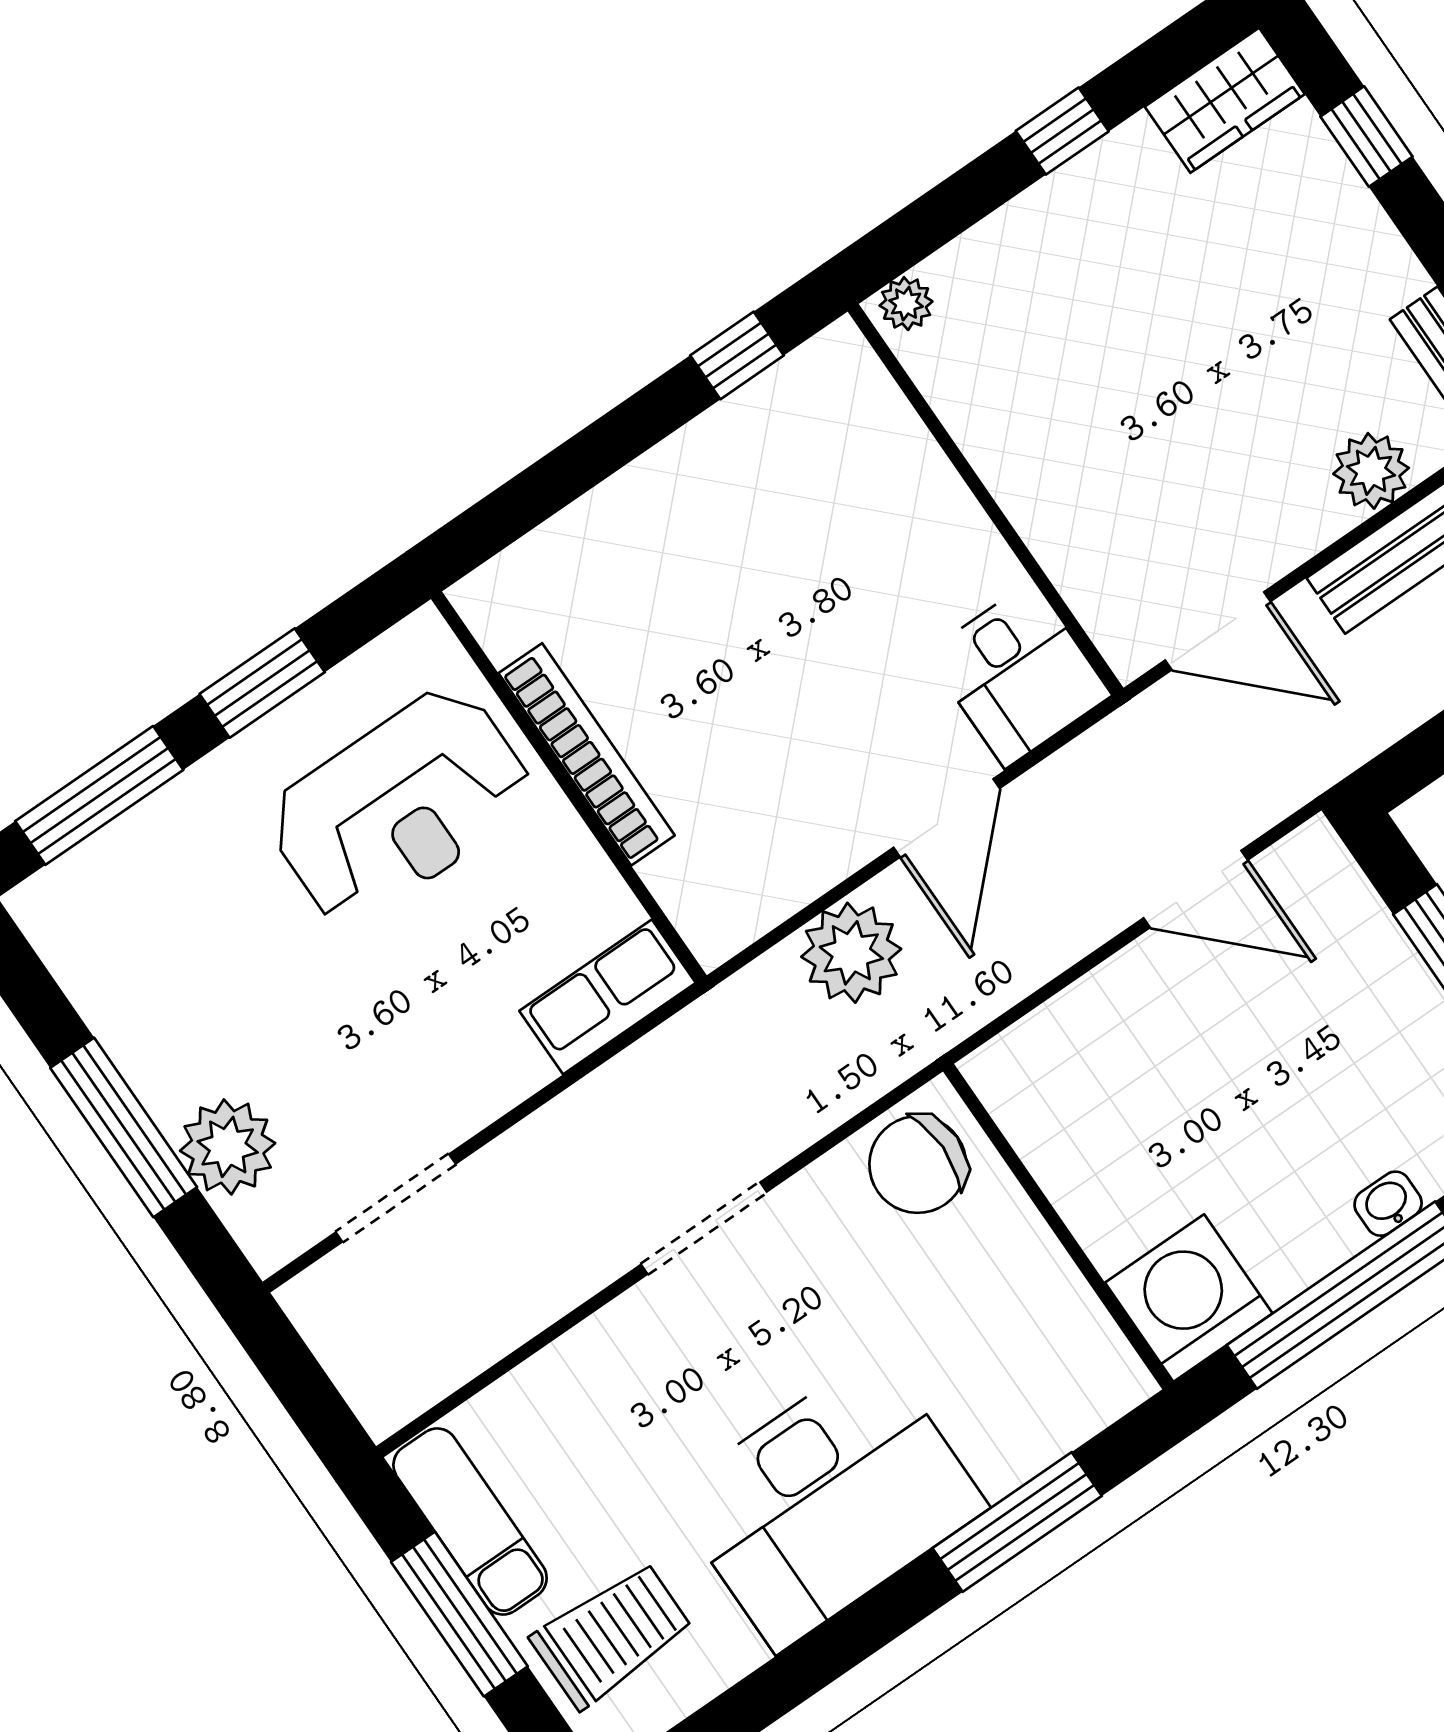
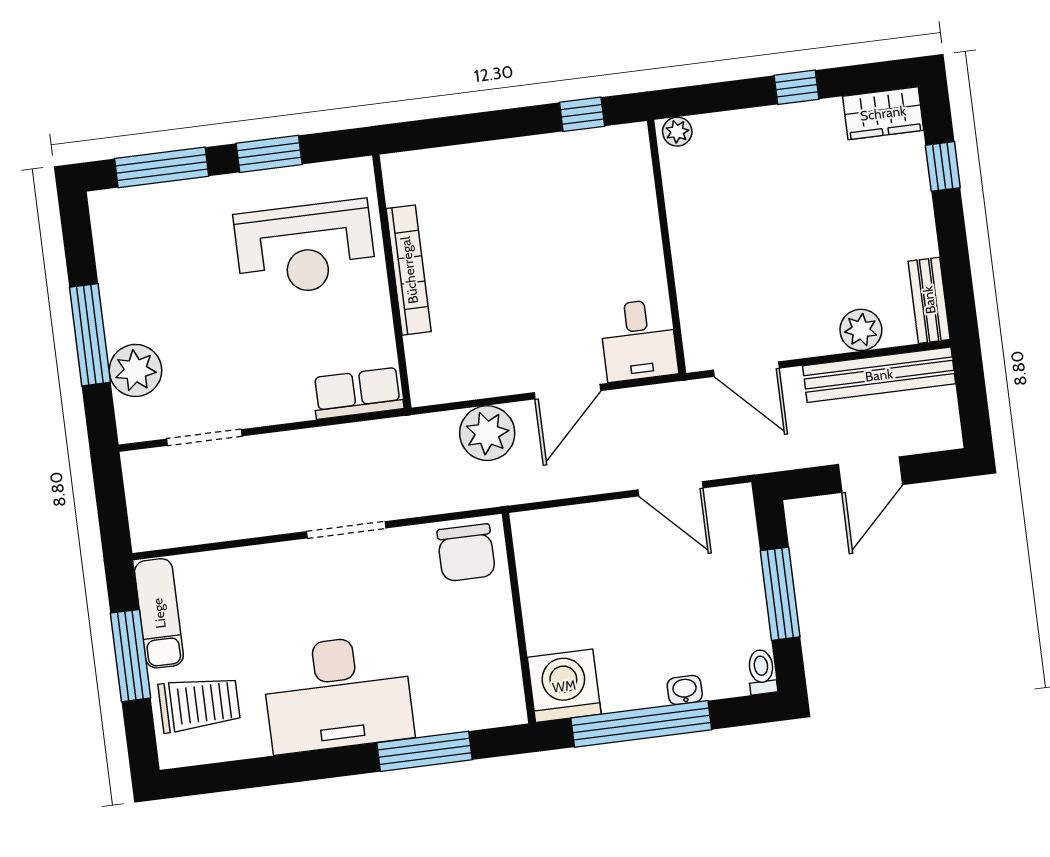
chair: (918, 1165) -> (466, 553), turned -90

